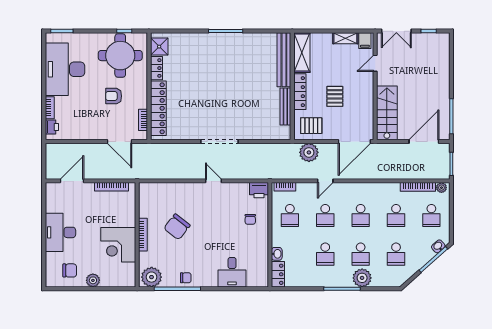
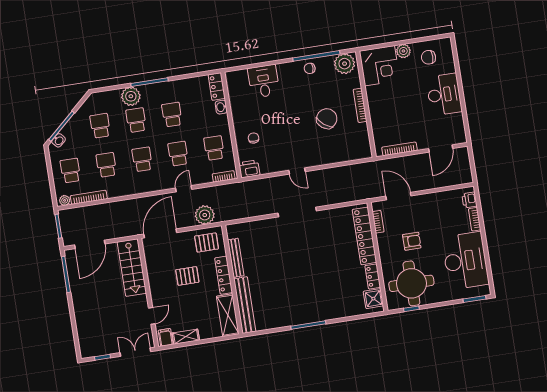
pallet: (335, 96) -> (187, 276), turned 90
corner desk: (118, 245) -> (380, 66), moved, turned 90

